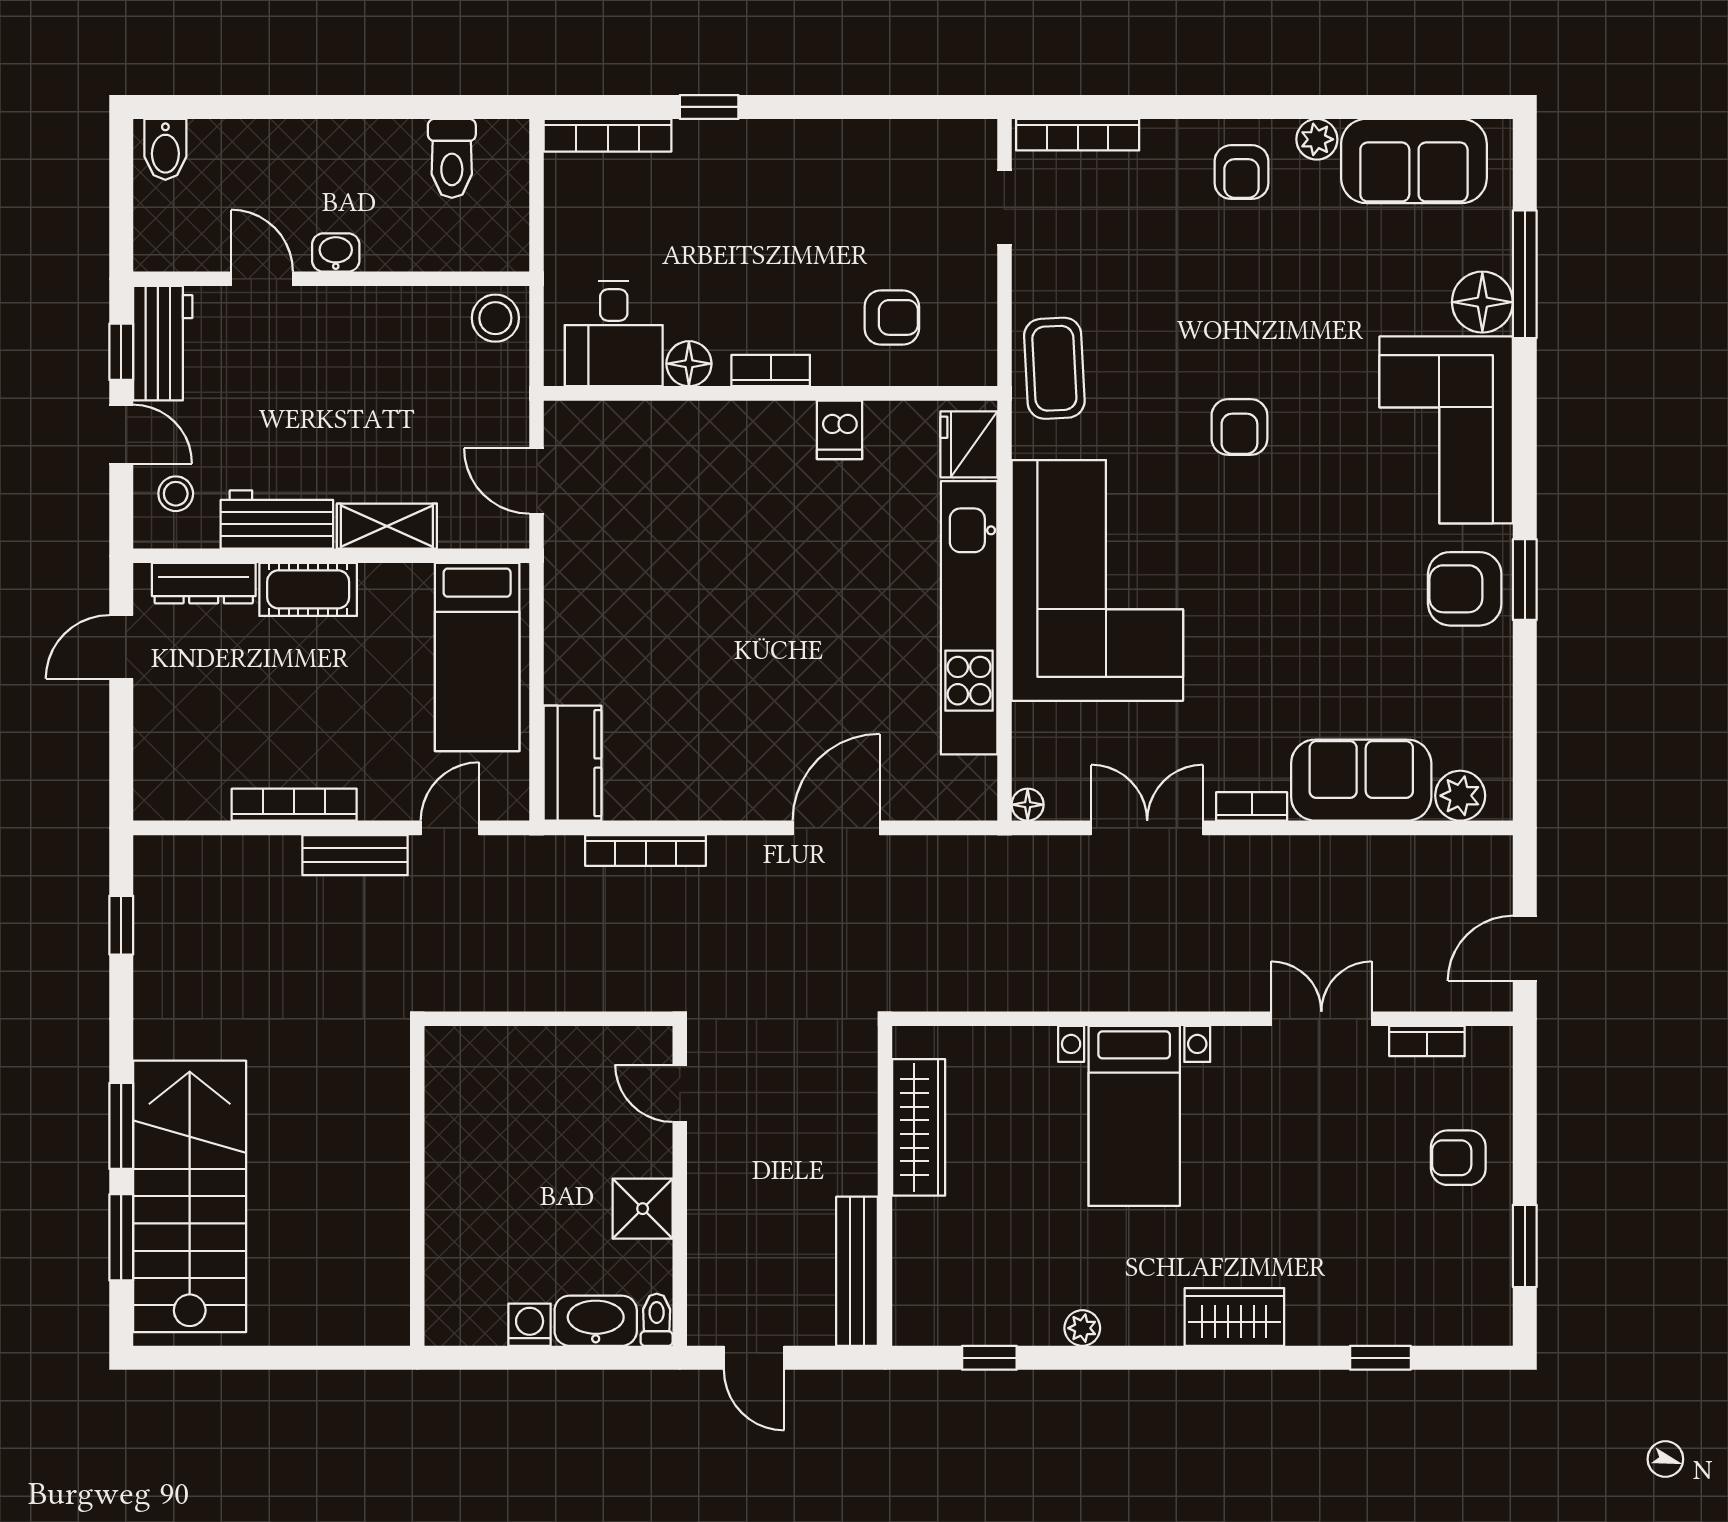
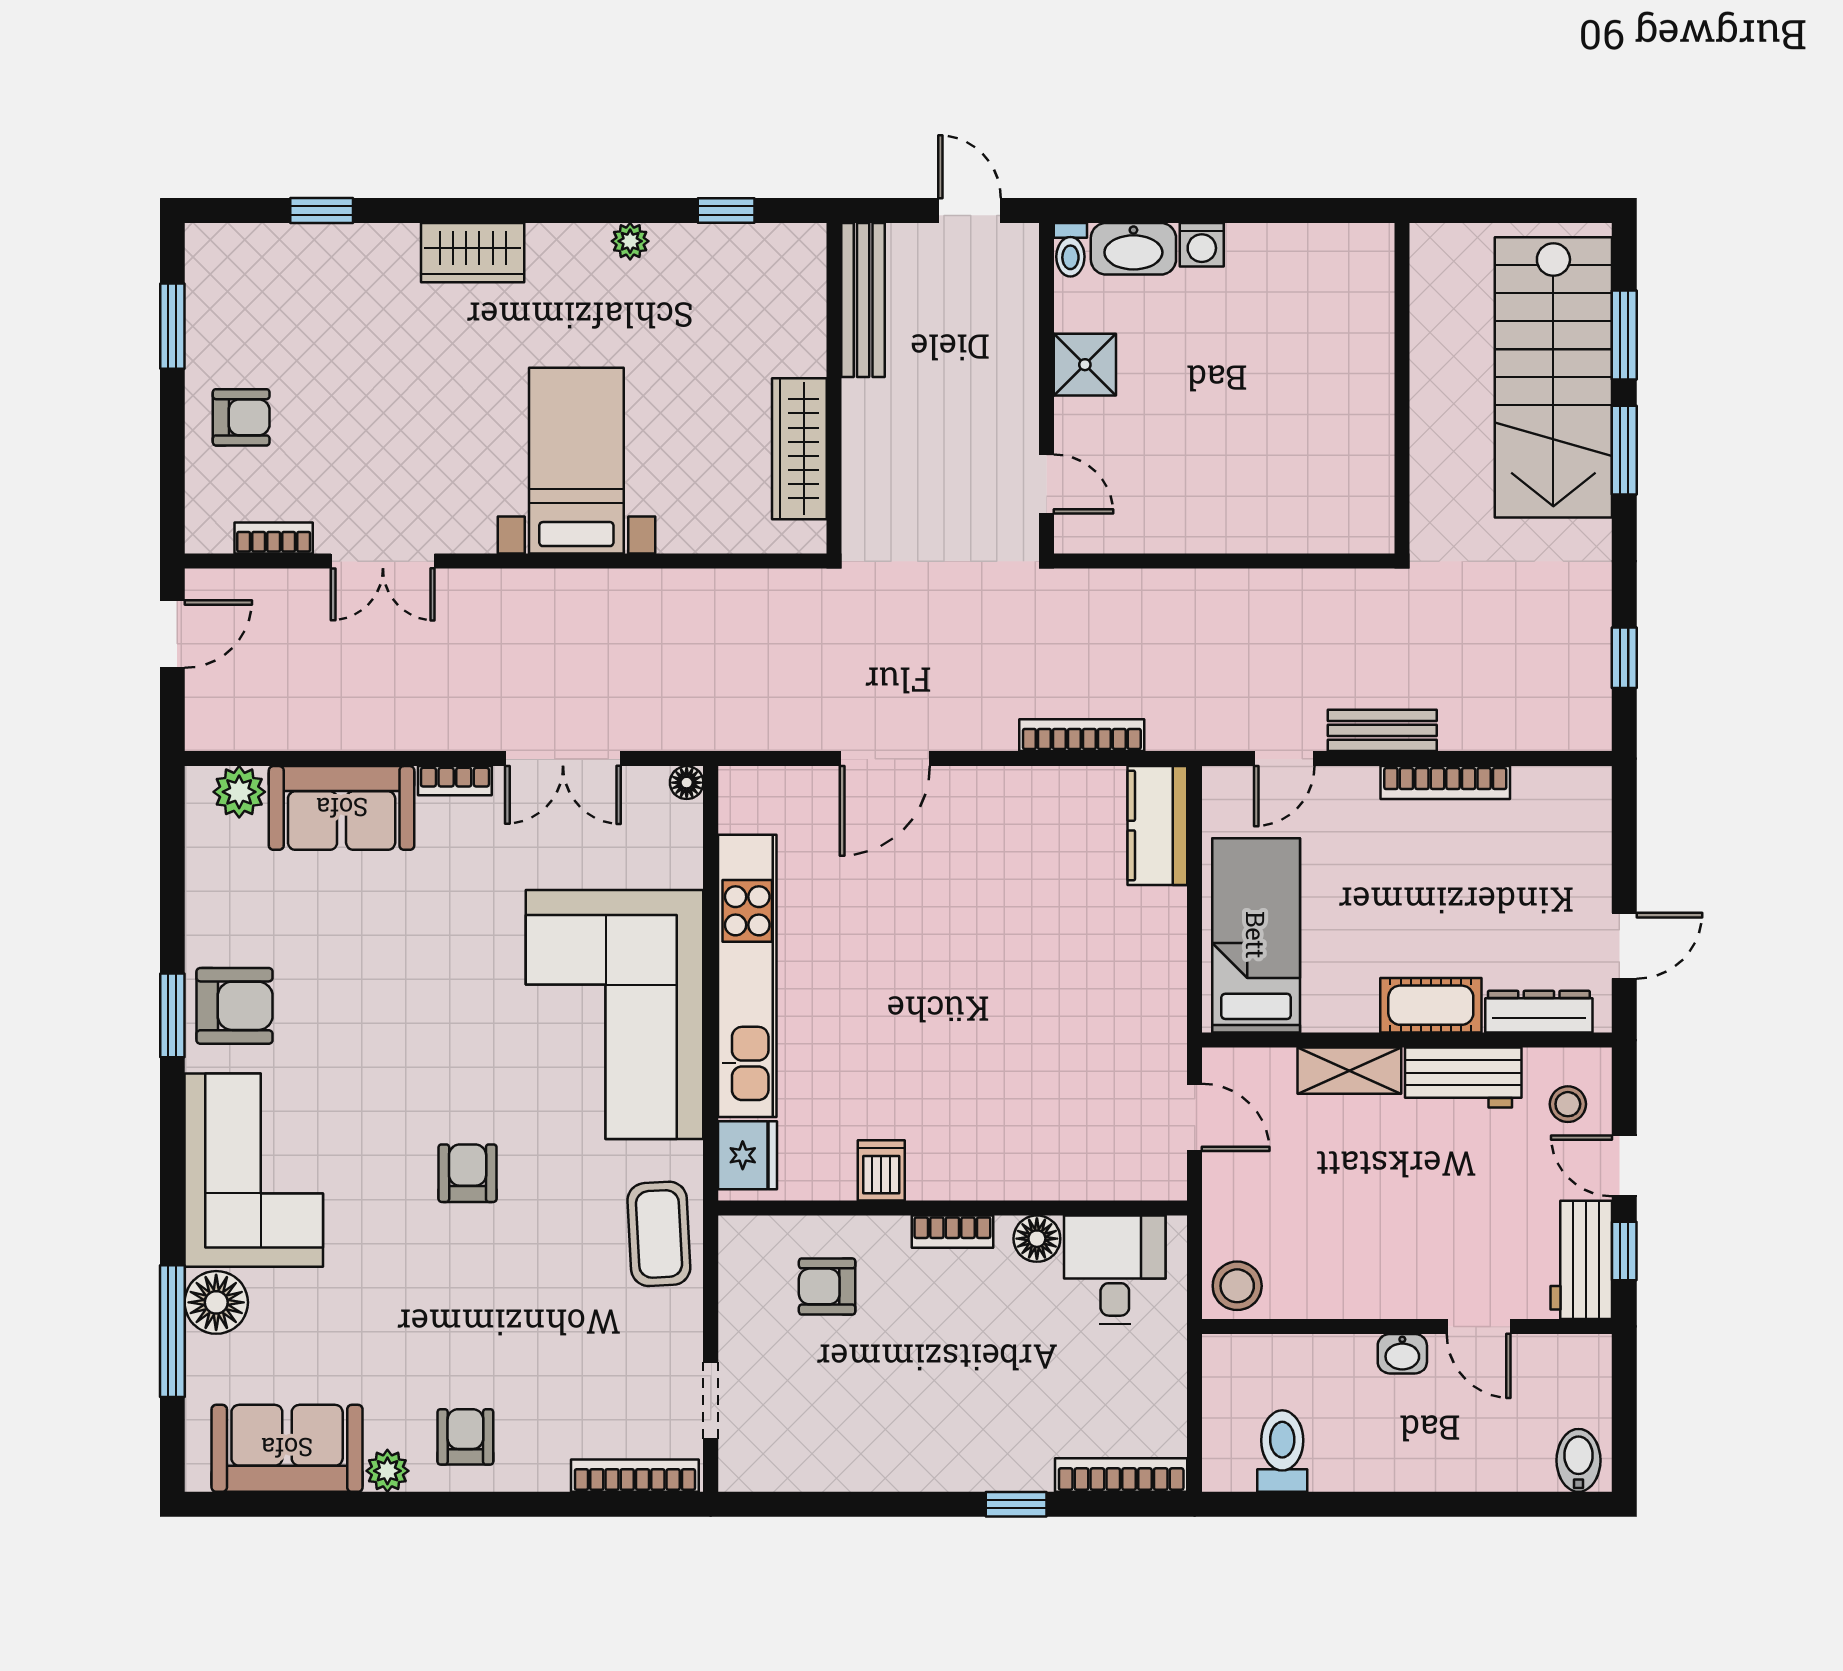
wall: (417, 1186) -> (1402, 388), moved

